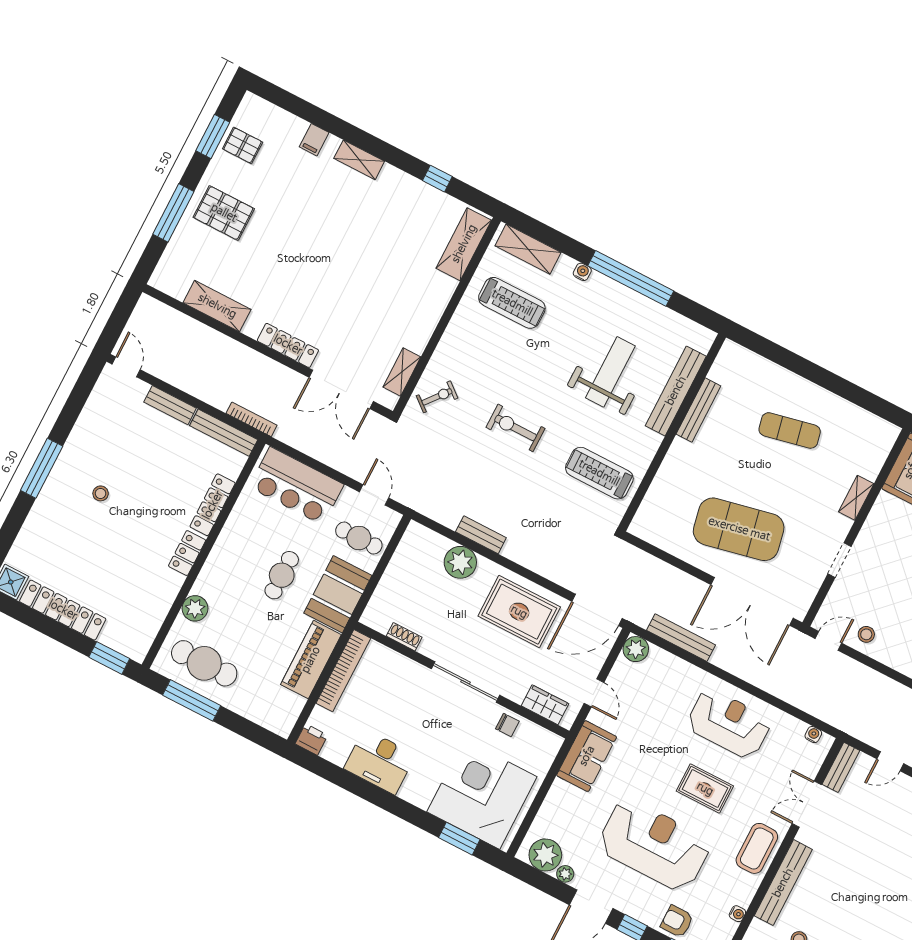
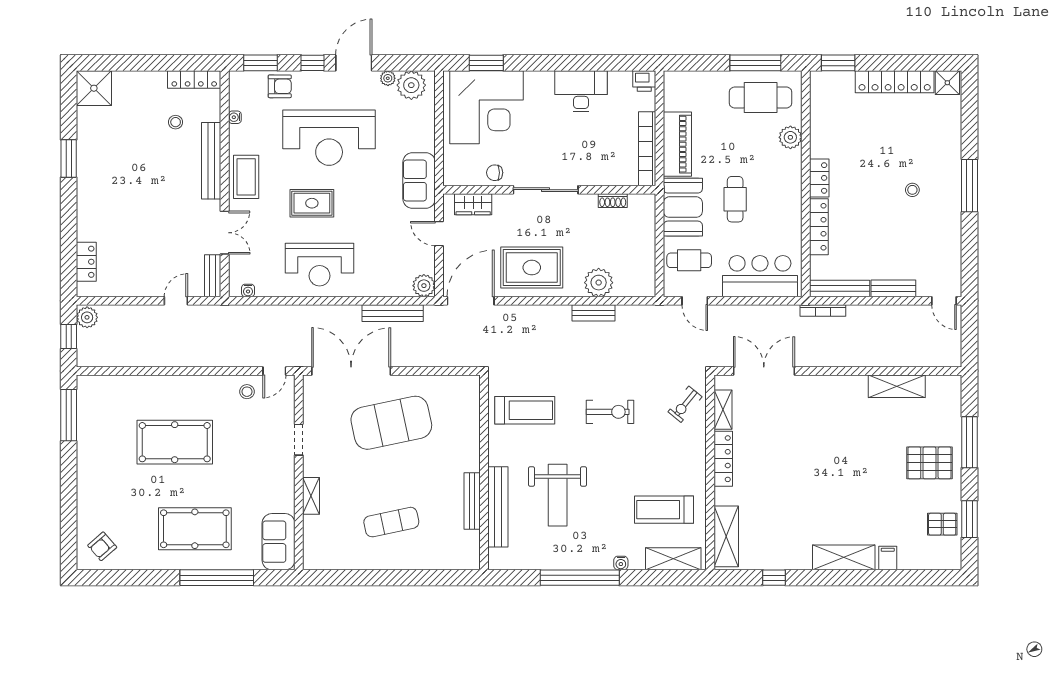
shelving: (359, 160) -> (844, 557), width x1.50, depth x1.33
locker: (288, 345) -> (723, 459), moved, turned -90

